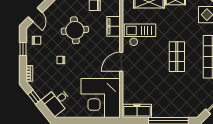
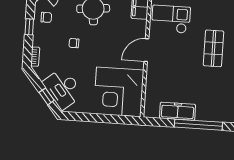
window: (34, 97) -> (47, 96), moved
desk: (57, 101) -> (63, 88), width x1.37
freezer: (137, 111) -> (178, 111), moved

